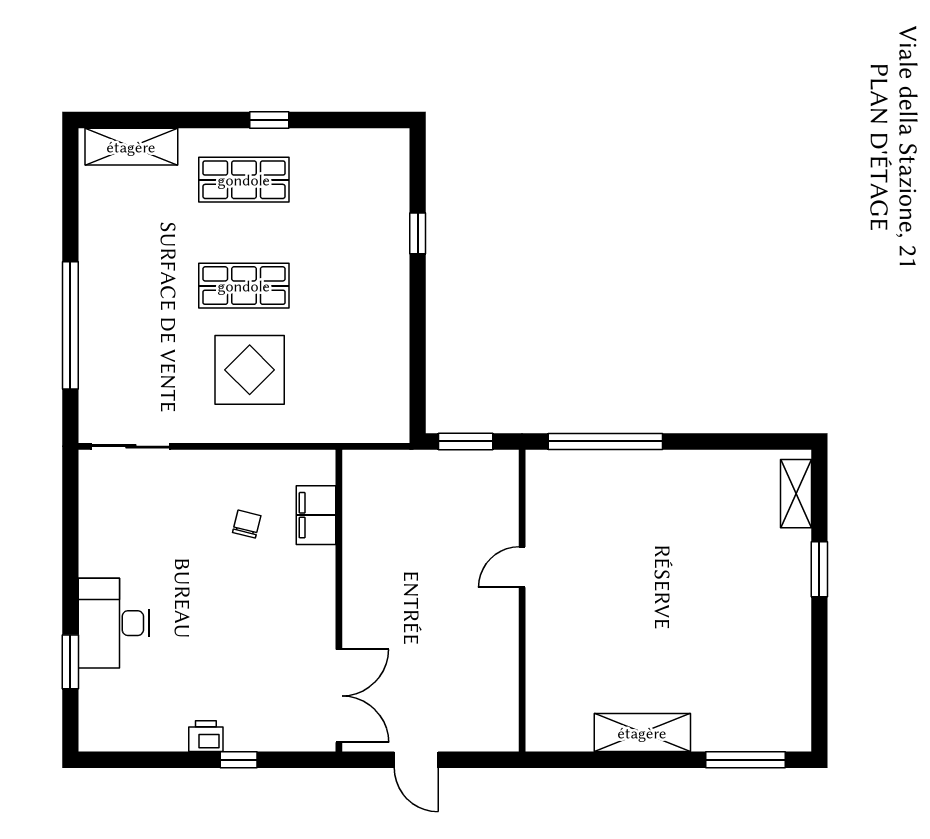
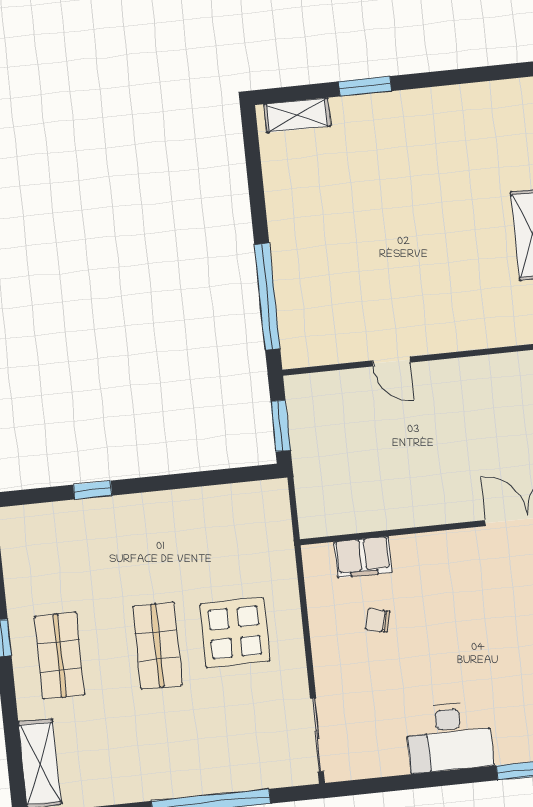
desk: (114, 623) -> (449, 737), moved

